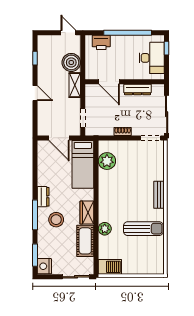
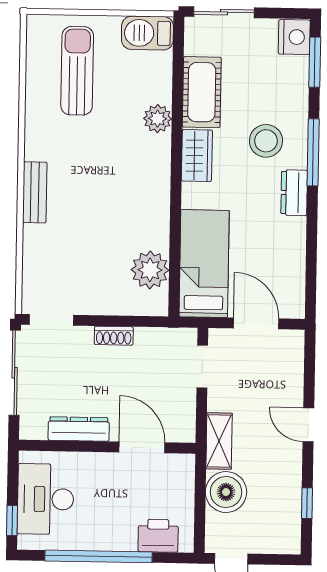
sun lounger: (143, 229) -> (77, 71), moved, turned 90

